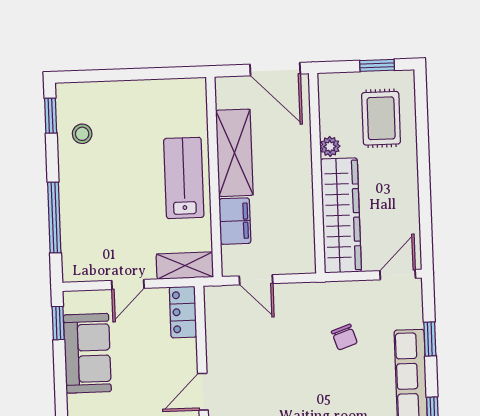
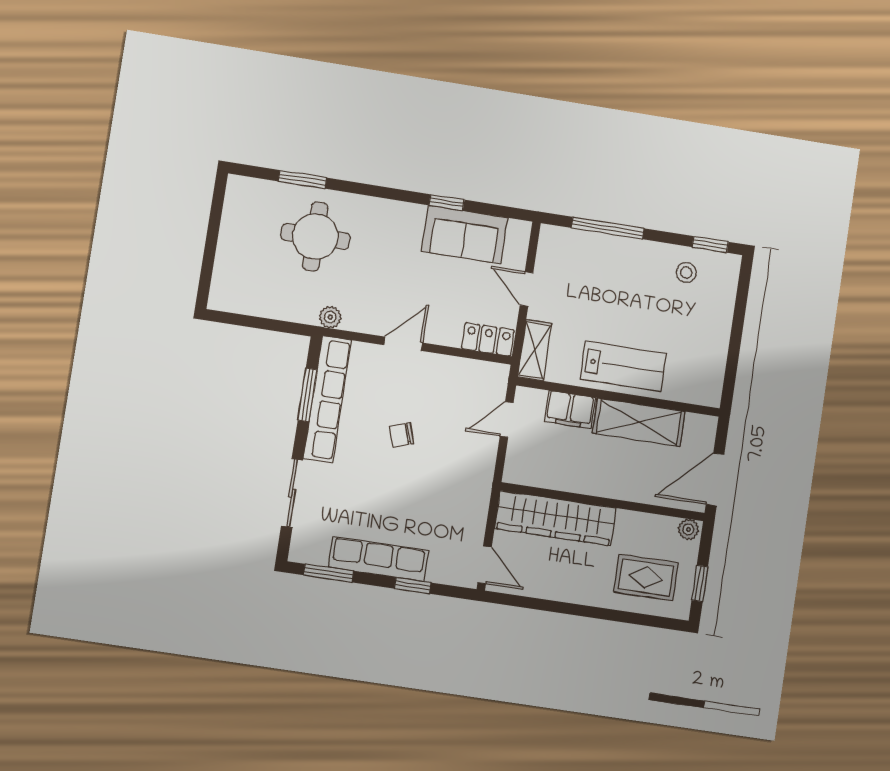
plant: (330, 146) -> (688, 529), moved
window: (58, 323) -> (447, 202), moved
chair: (344, 337) -> (401, 435), moved
door: (203, 392) -> (403, 344), hinge flipped

